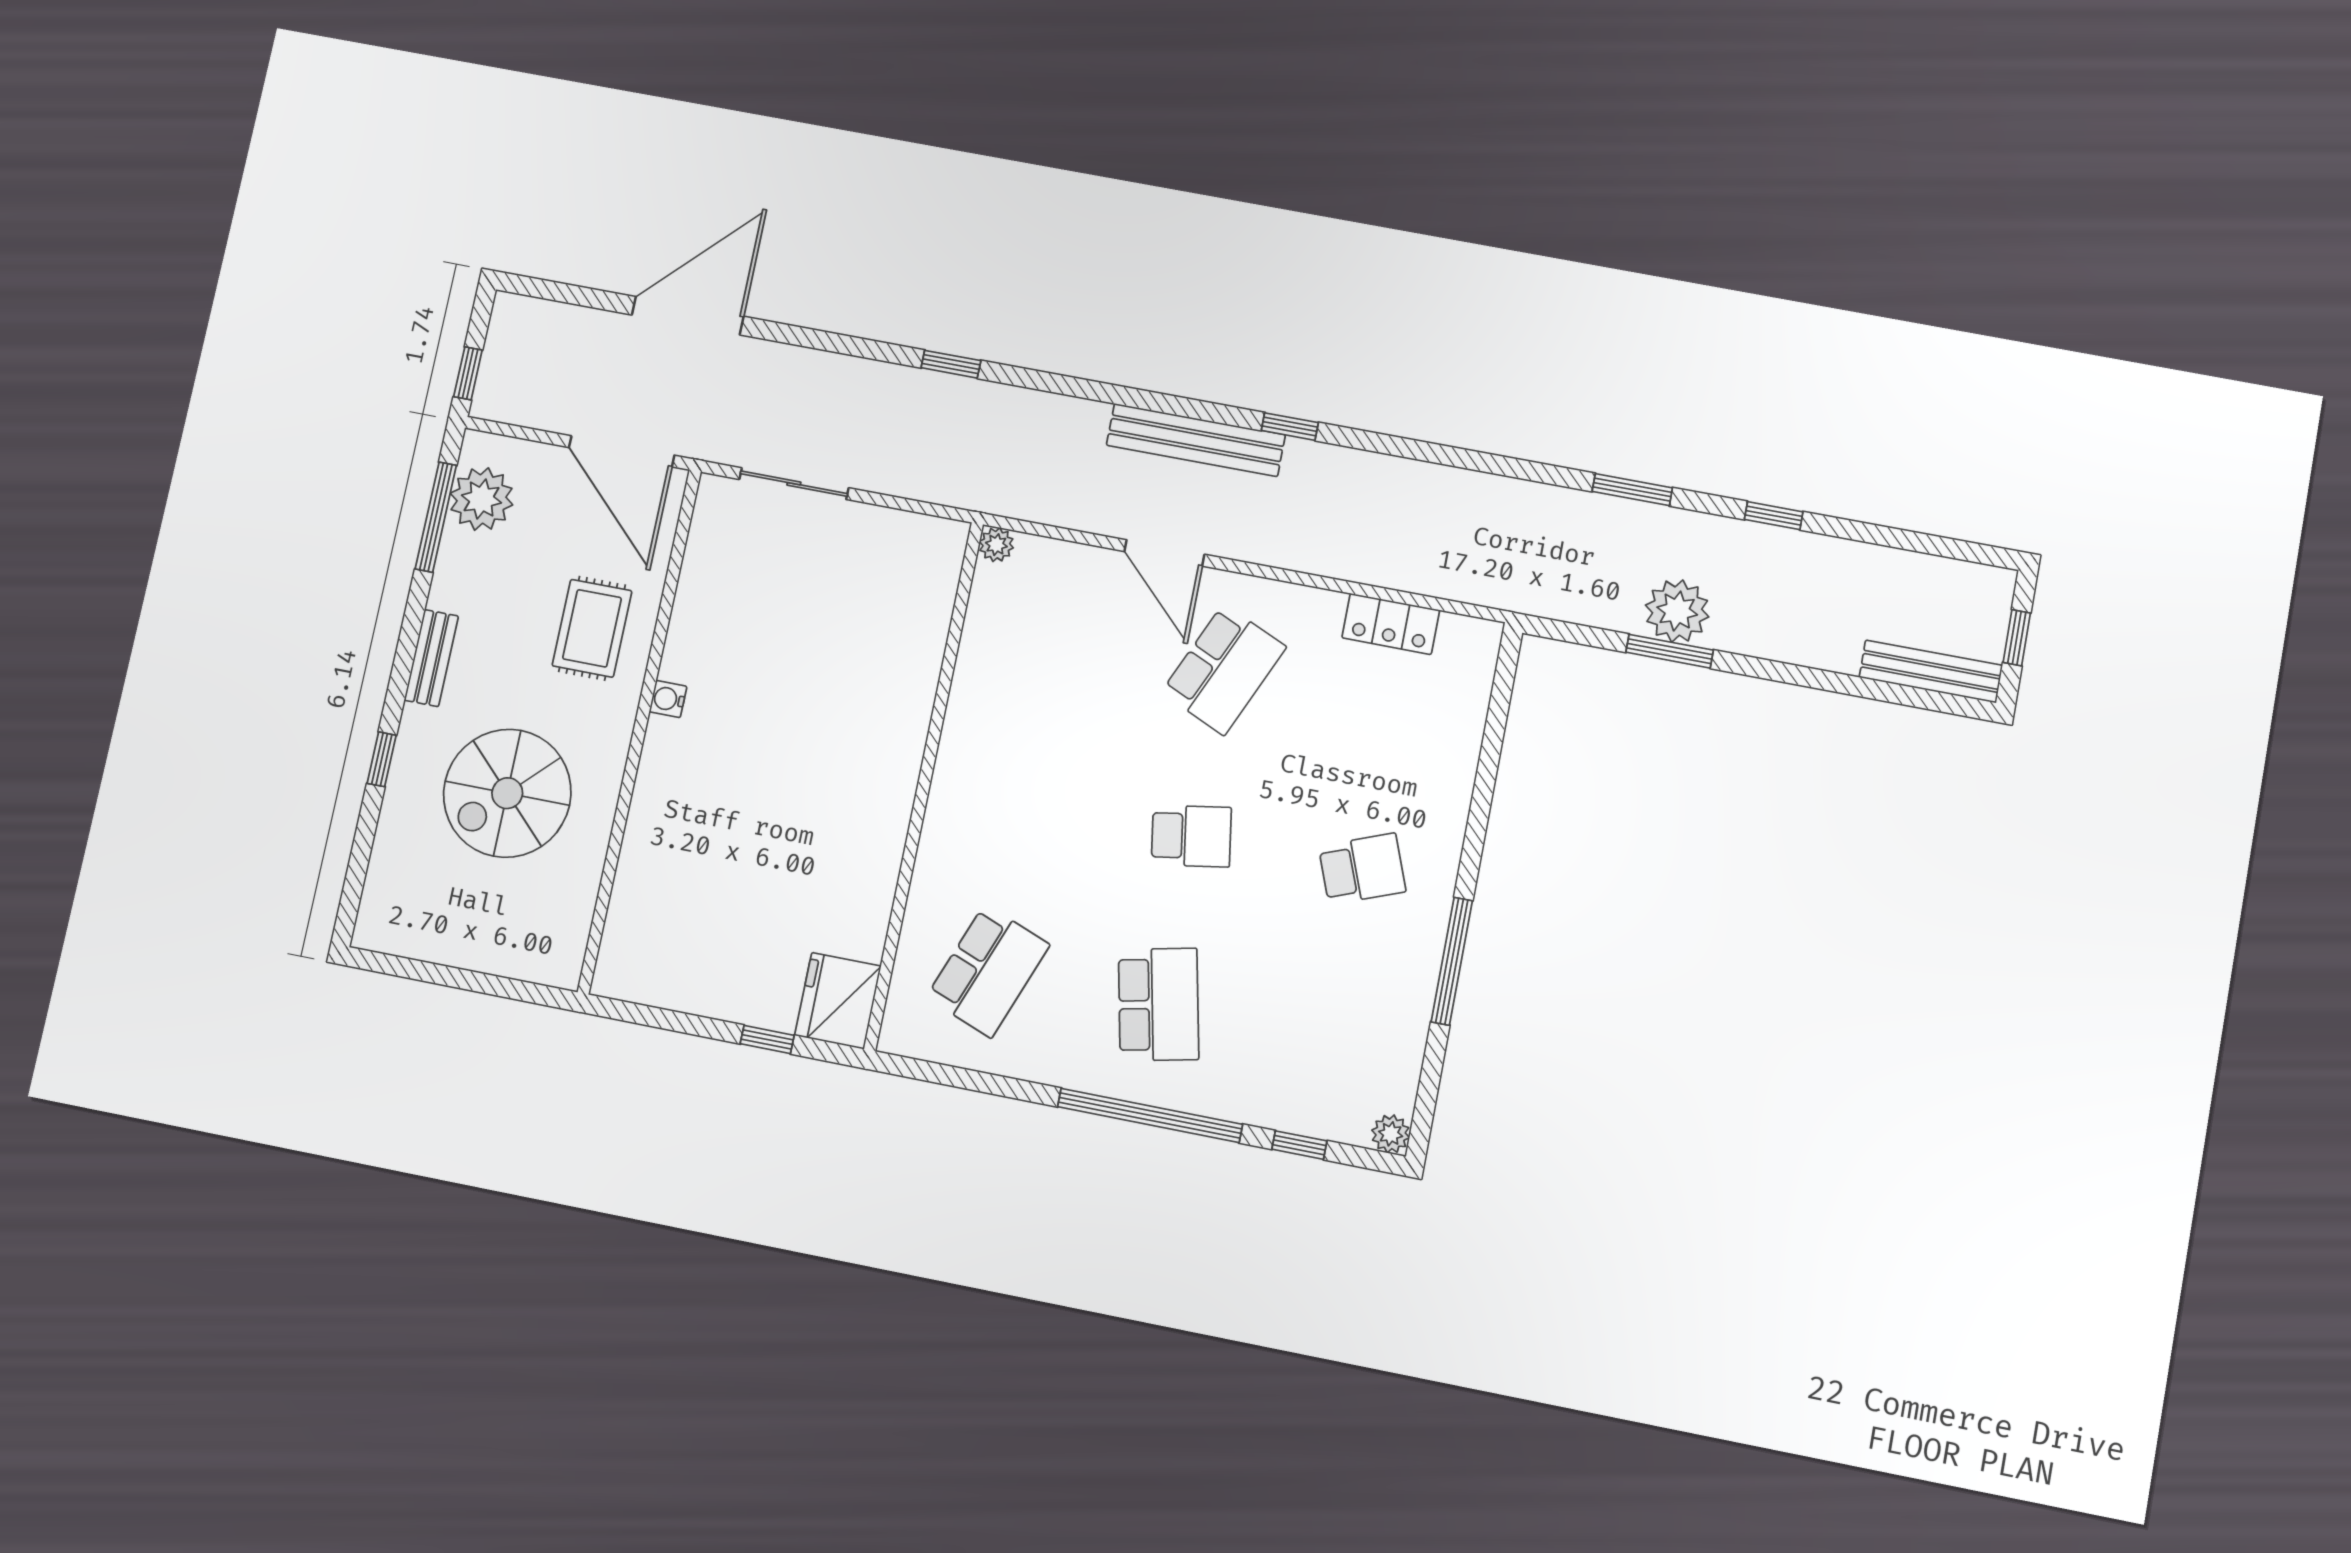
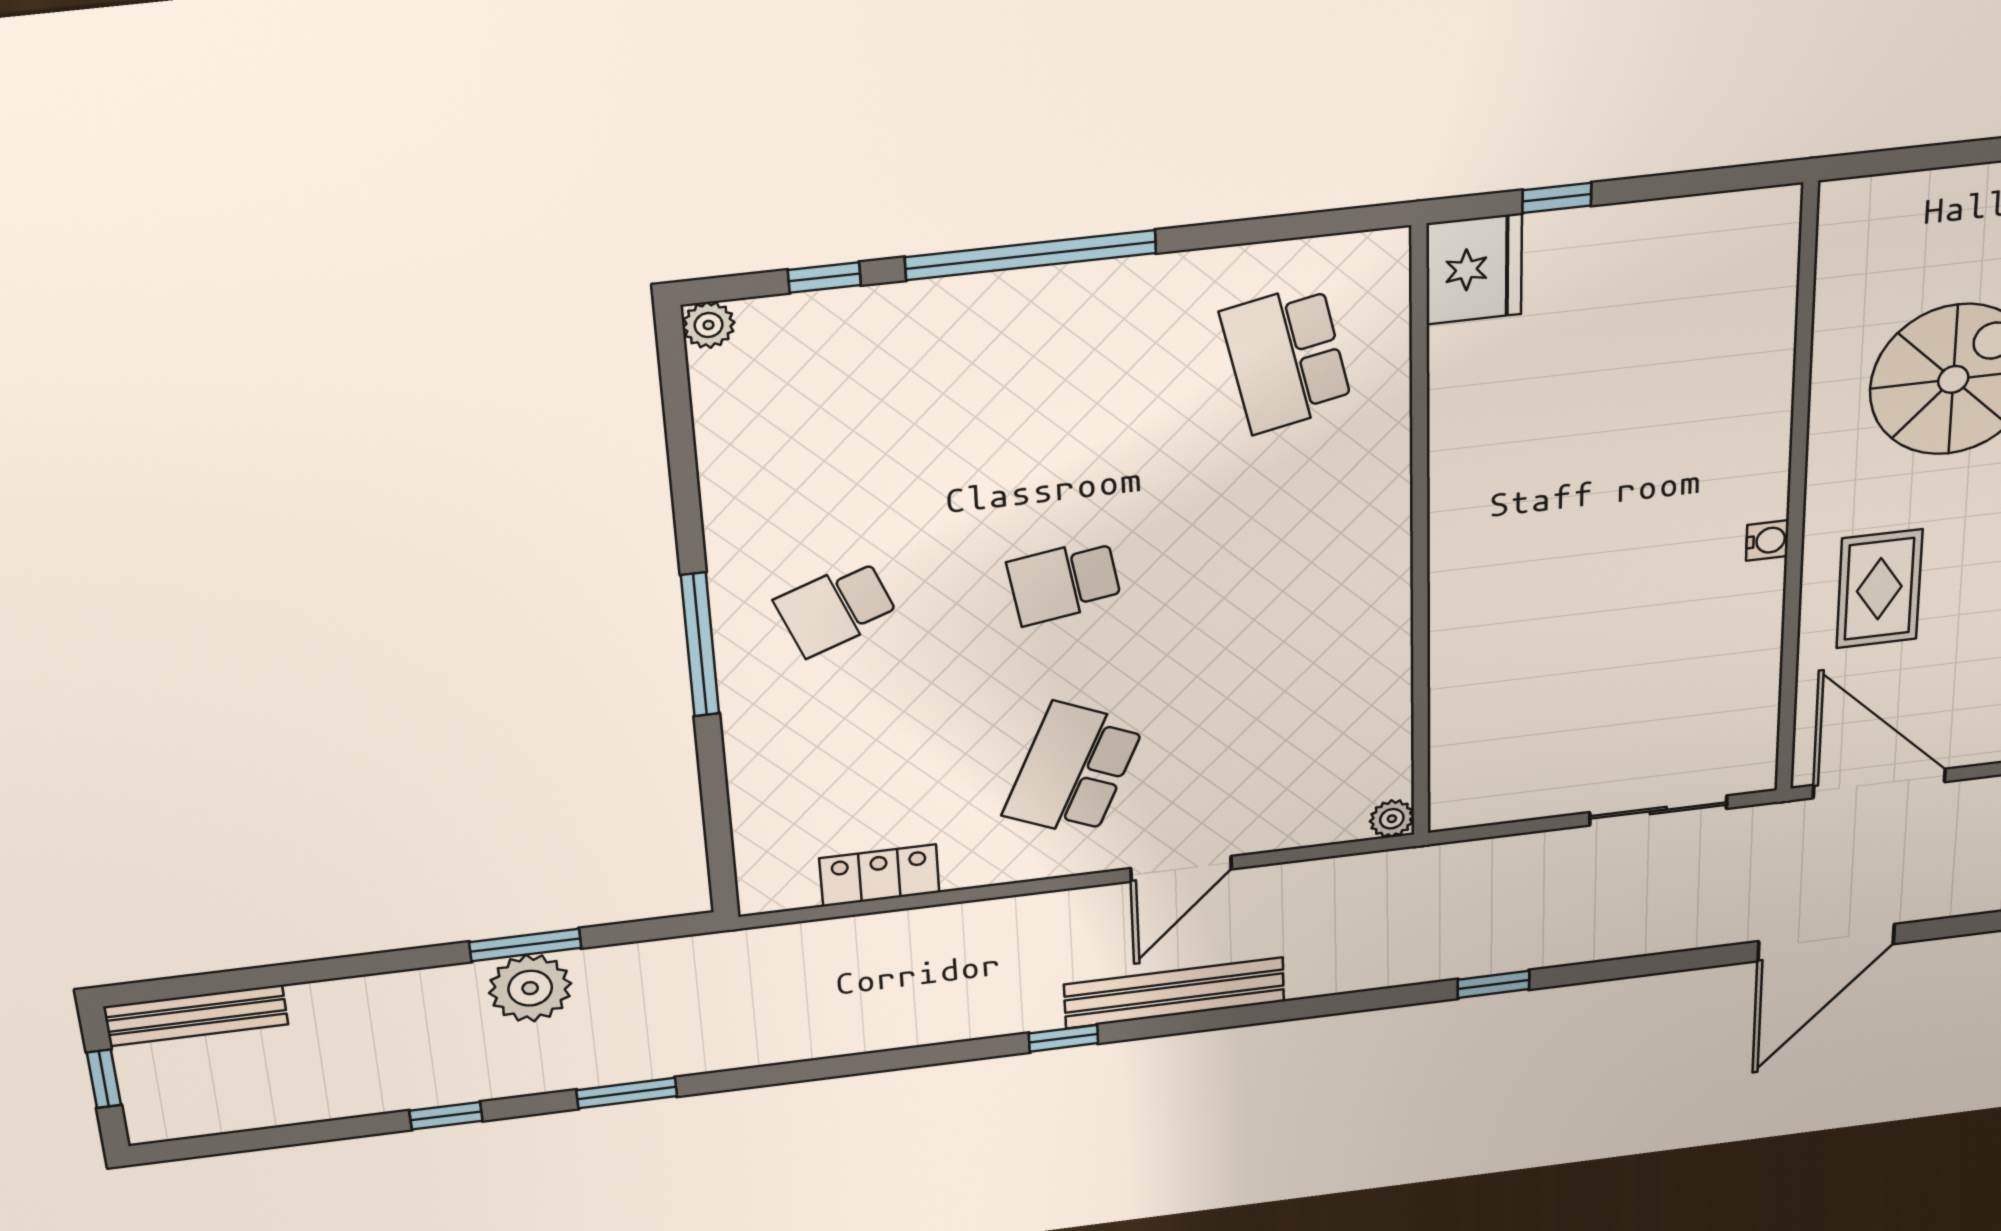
door: (1164, 553) -> (1181, 869), swing flipped
window: (1452, 961) -> (700, 645), moved
school desk: (988, 971) -> (1286, 359), turned -33
school desk: (1158, 1004) -> (1055, 385), removed

